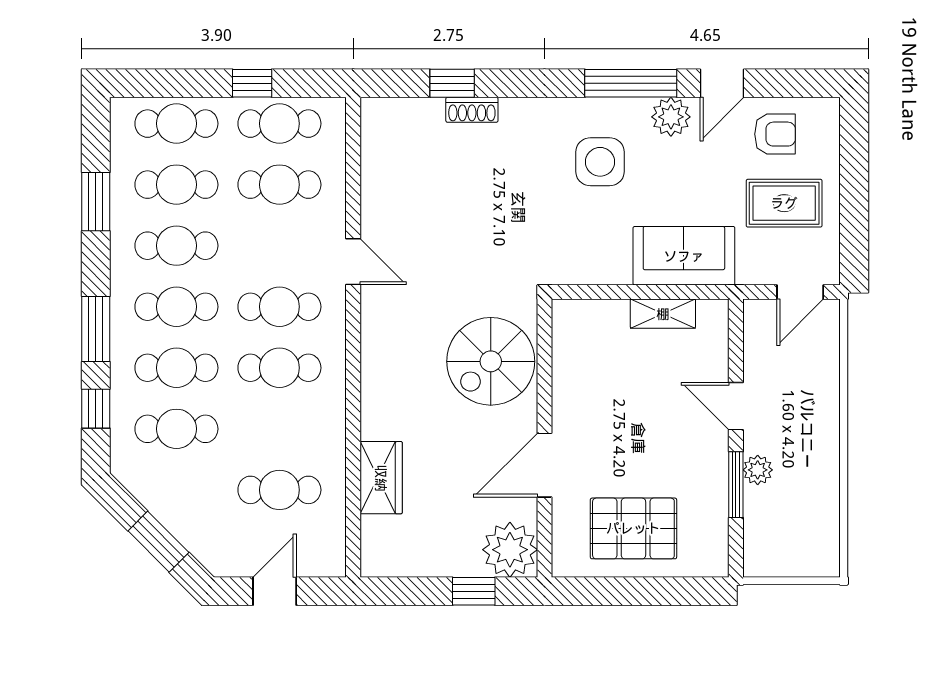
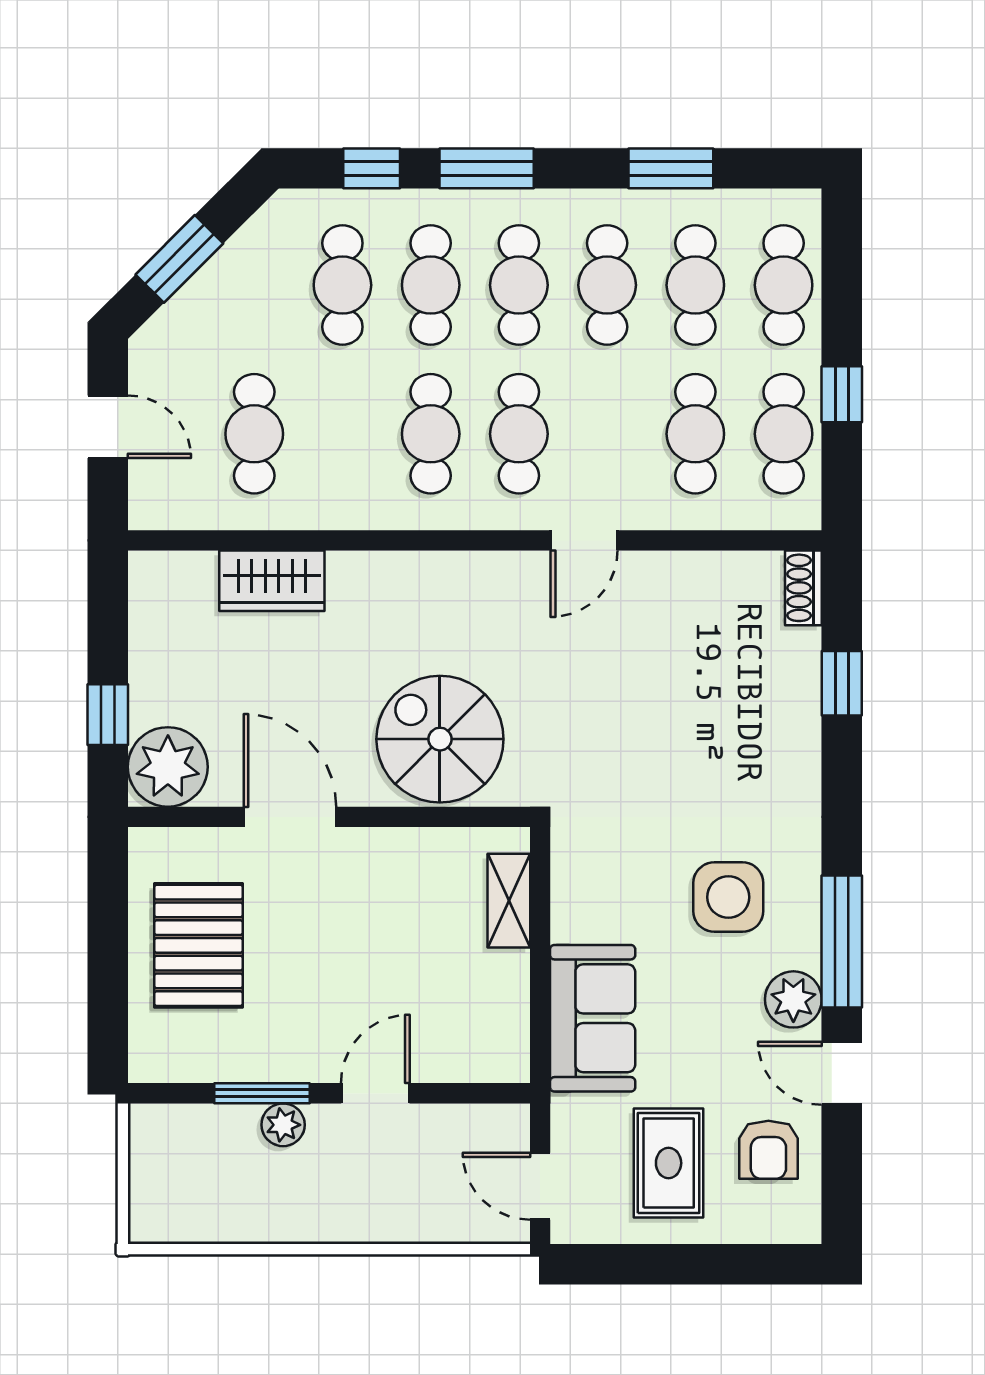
shoe rack: (472, 110) -> (803, 588), moved
shelving: (663, 314) -> (509, 901), moved

